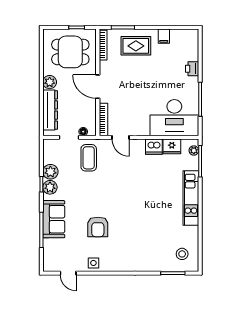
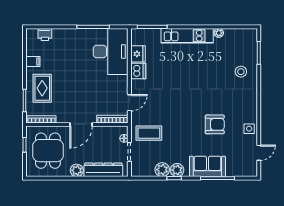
printer: (192, 69) -> (45, 35), moved
plant: (194, 150) -> (219, 33), moved
stool: (182, 254) -> (241, 72), moved

